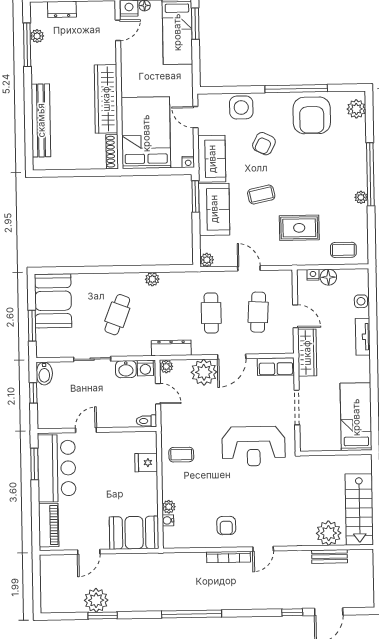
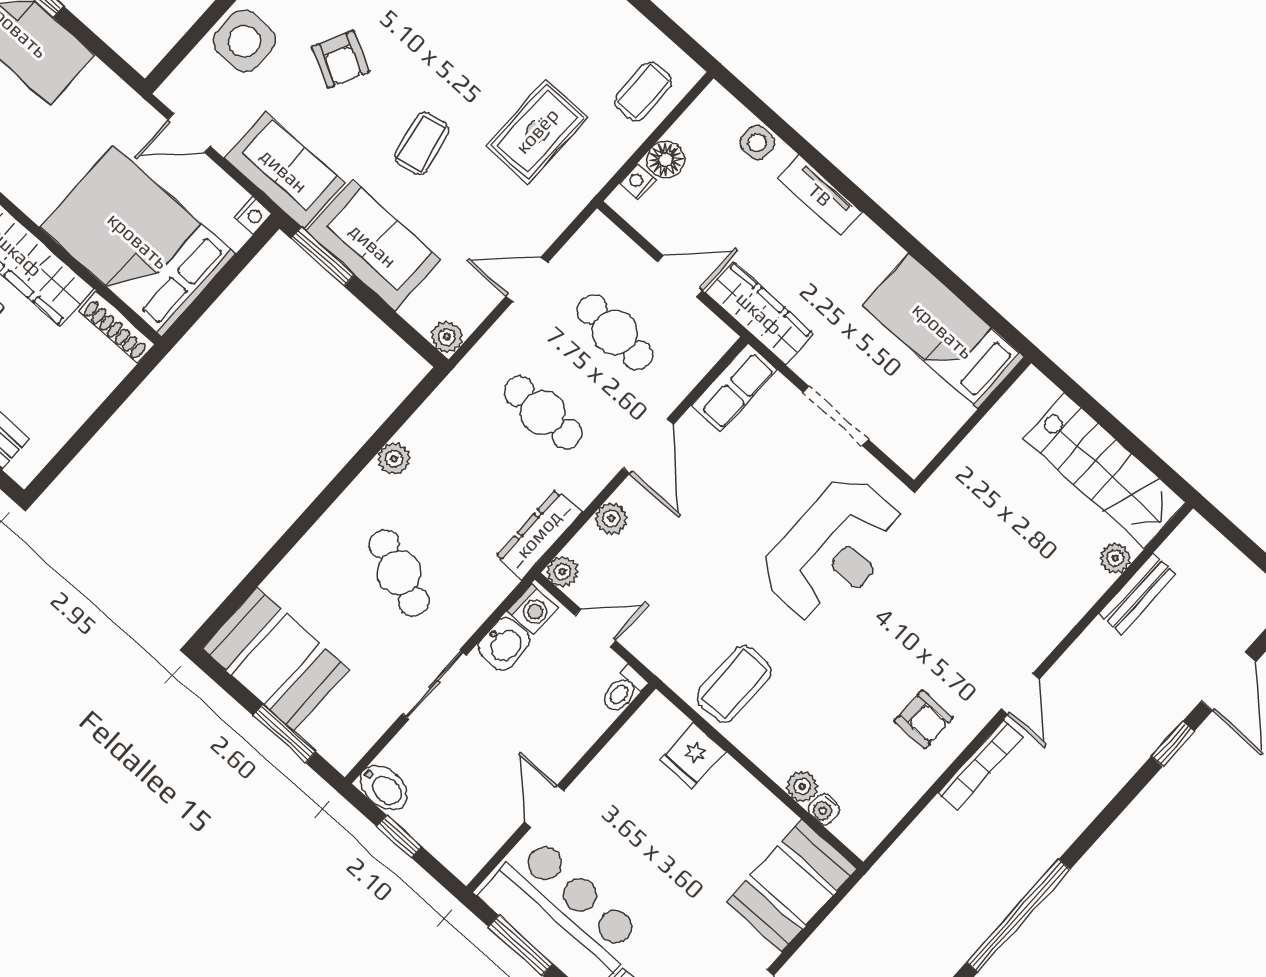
plant: (204, 372) -> (611, 518), width x0.53, depth x0.53
coffee table: (181, 455) -> (734, 684), width x1.36, depth x1.30
plant: (329, 533) -> (1115, 558), width x0.53, depth x0.53

